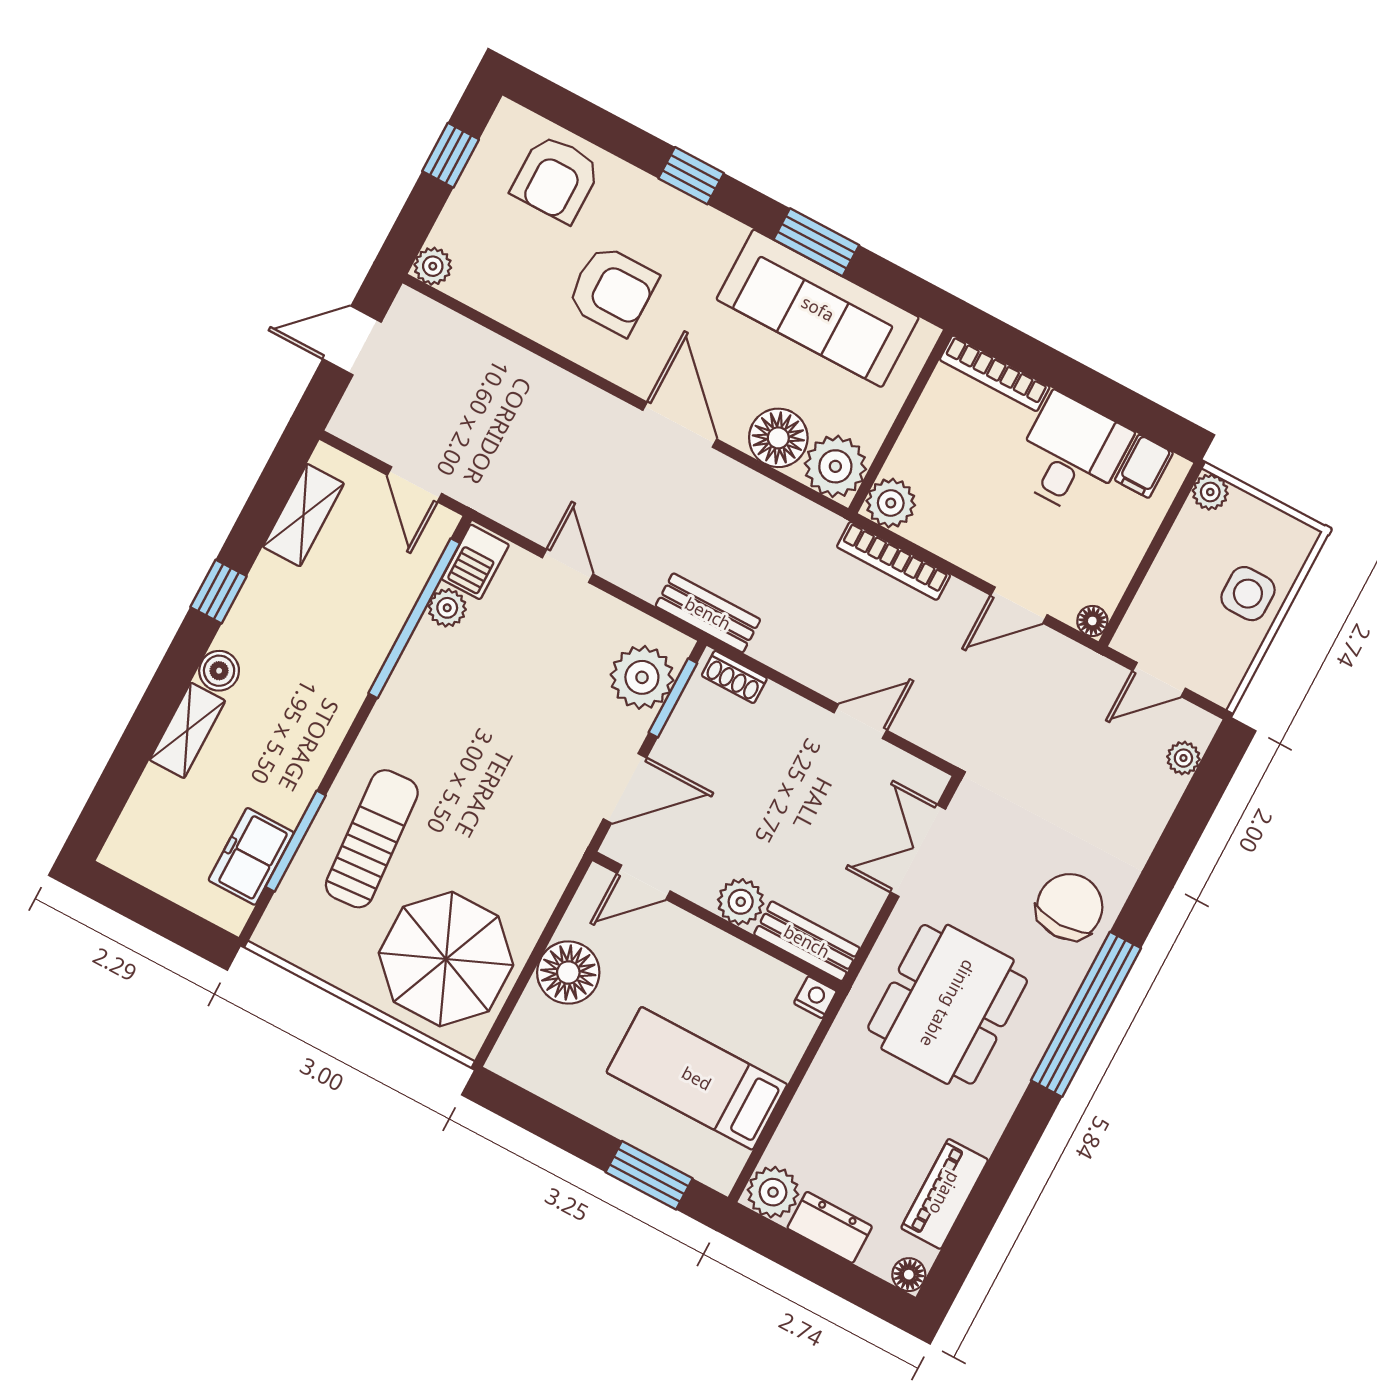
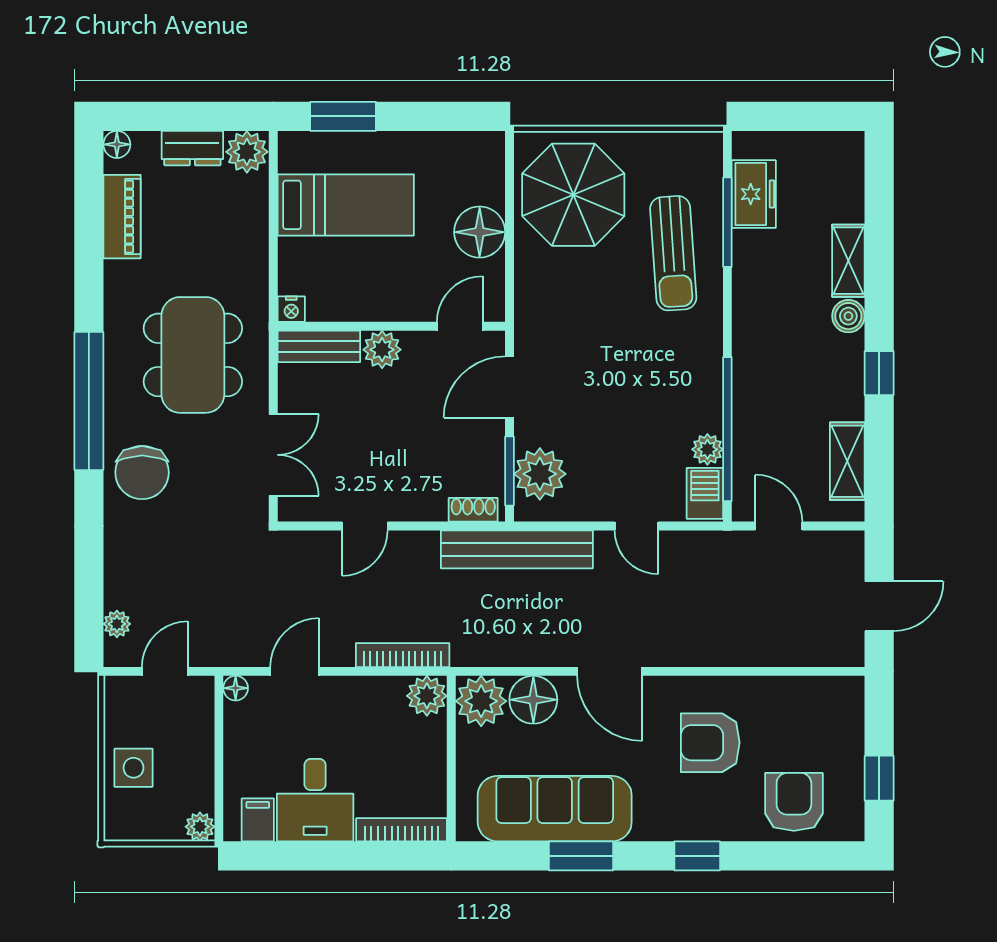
plant: (433, 266) -> (849, 691), removed
bench: (708, 613) -> (517, 549), width x1.86, depth x1.21

